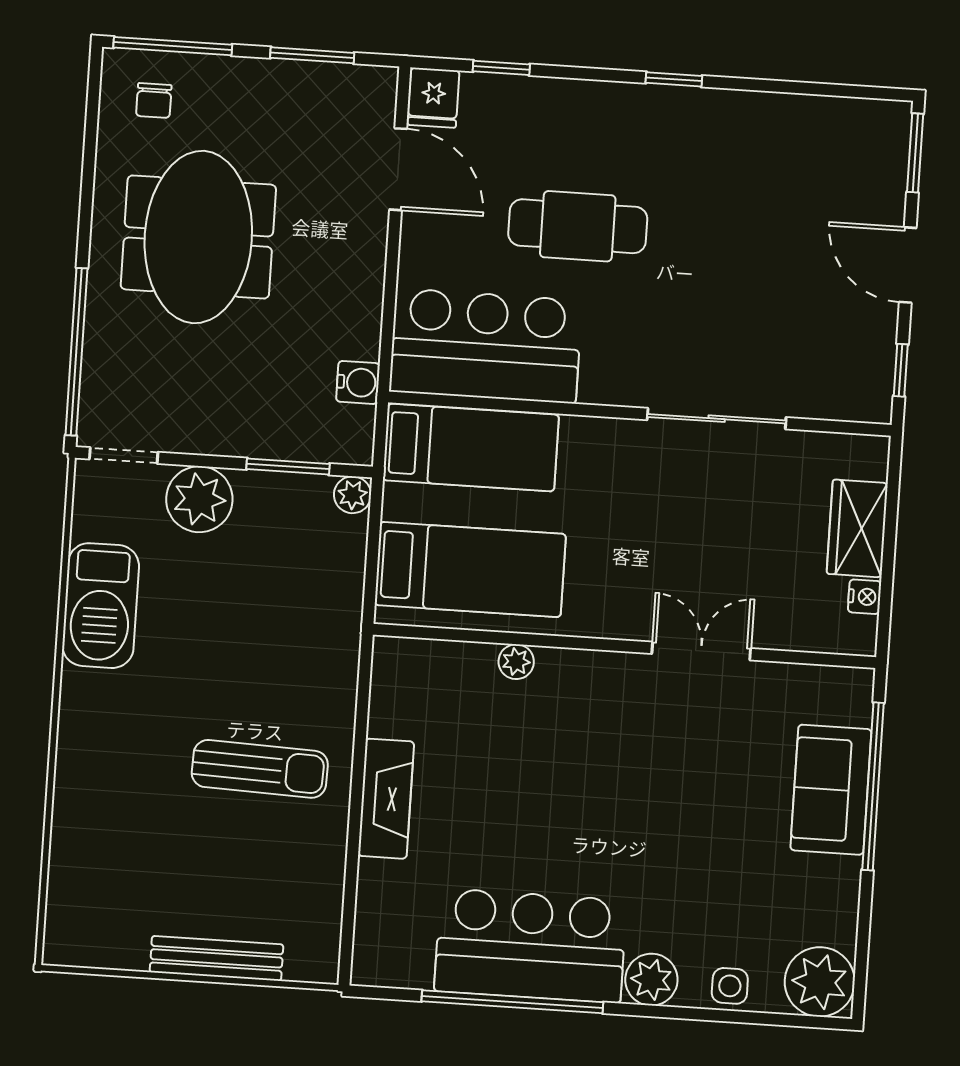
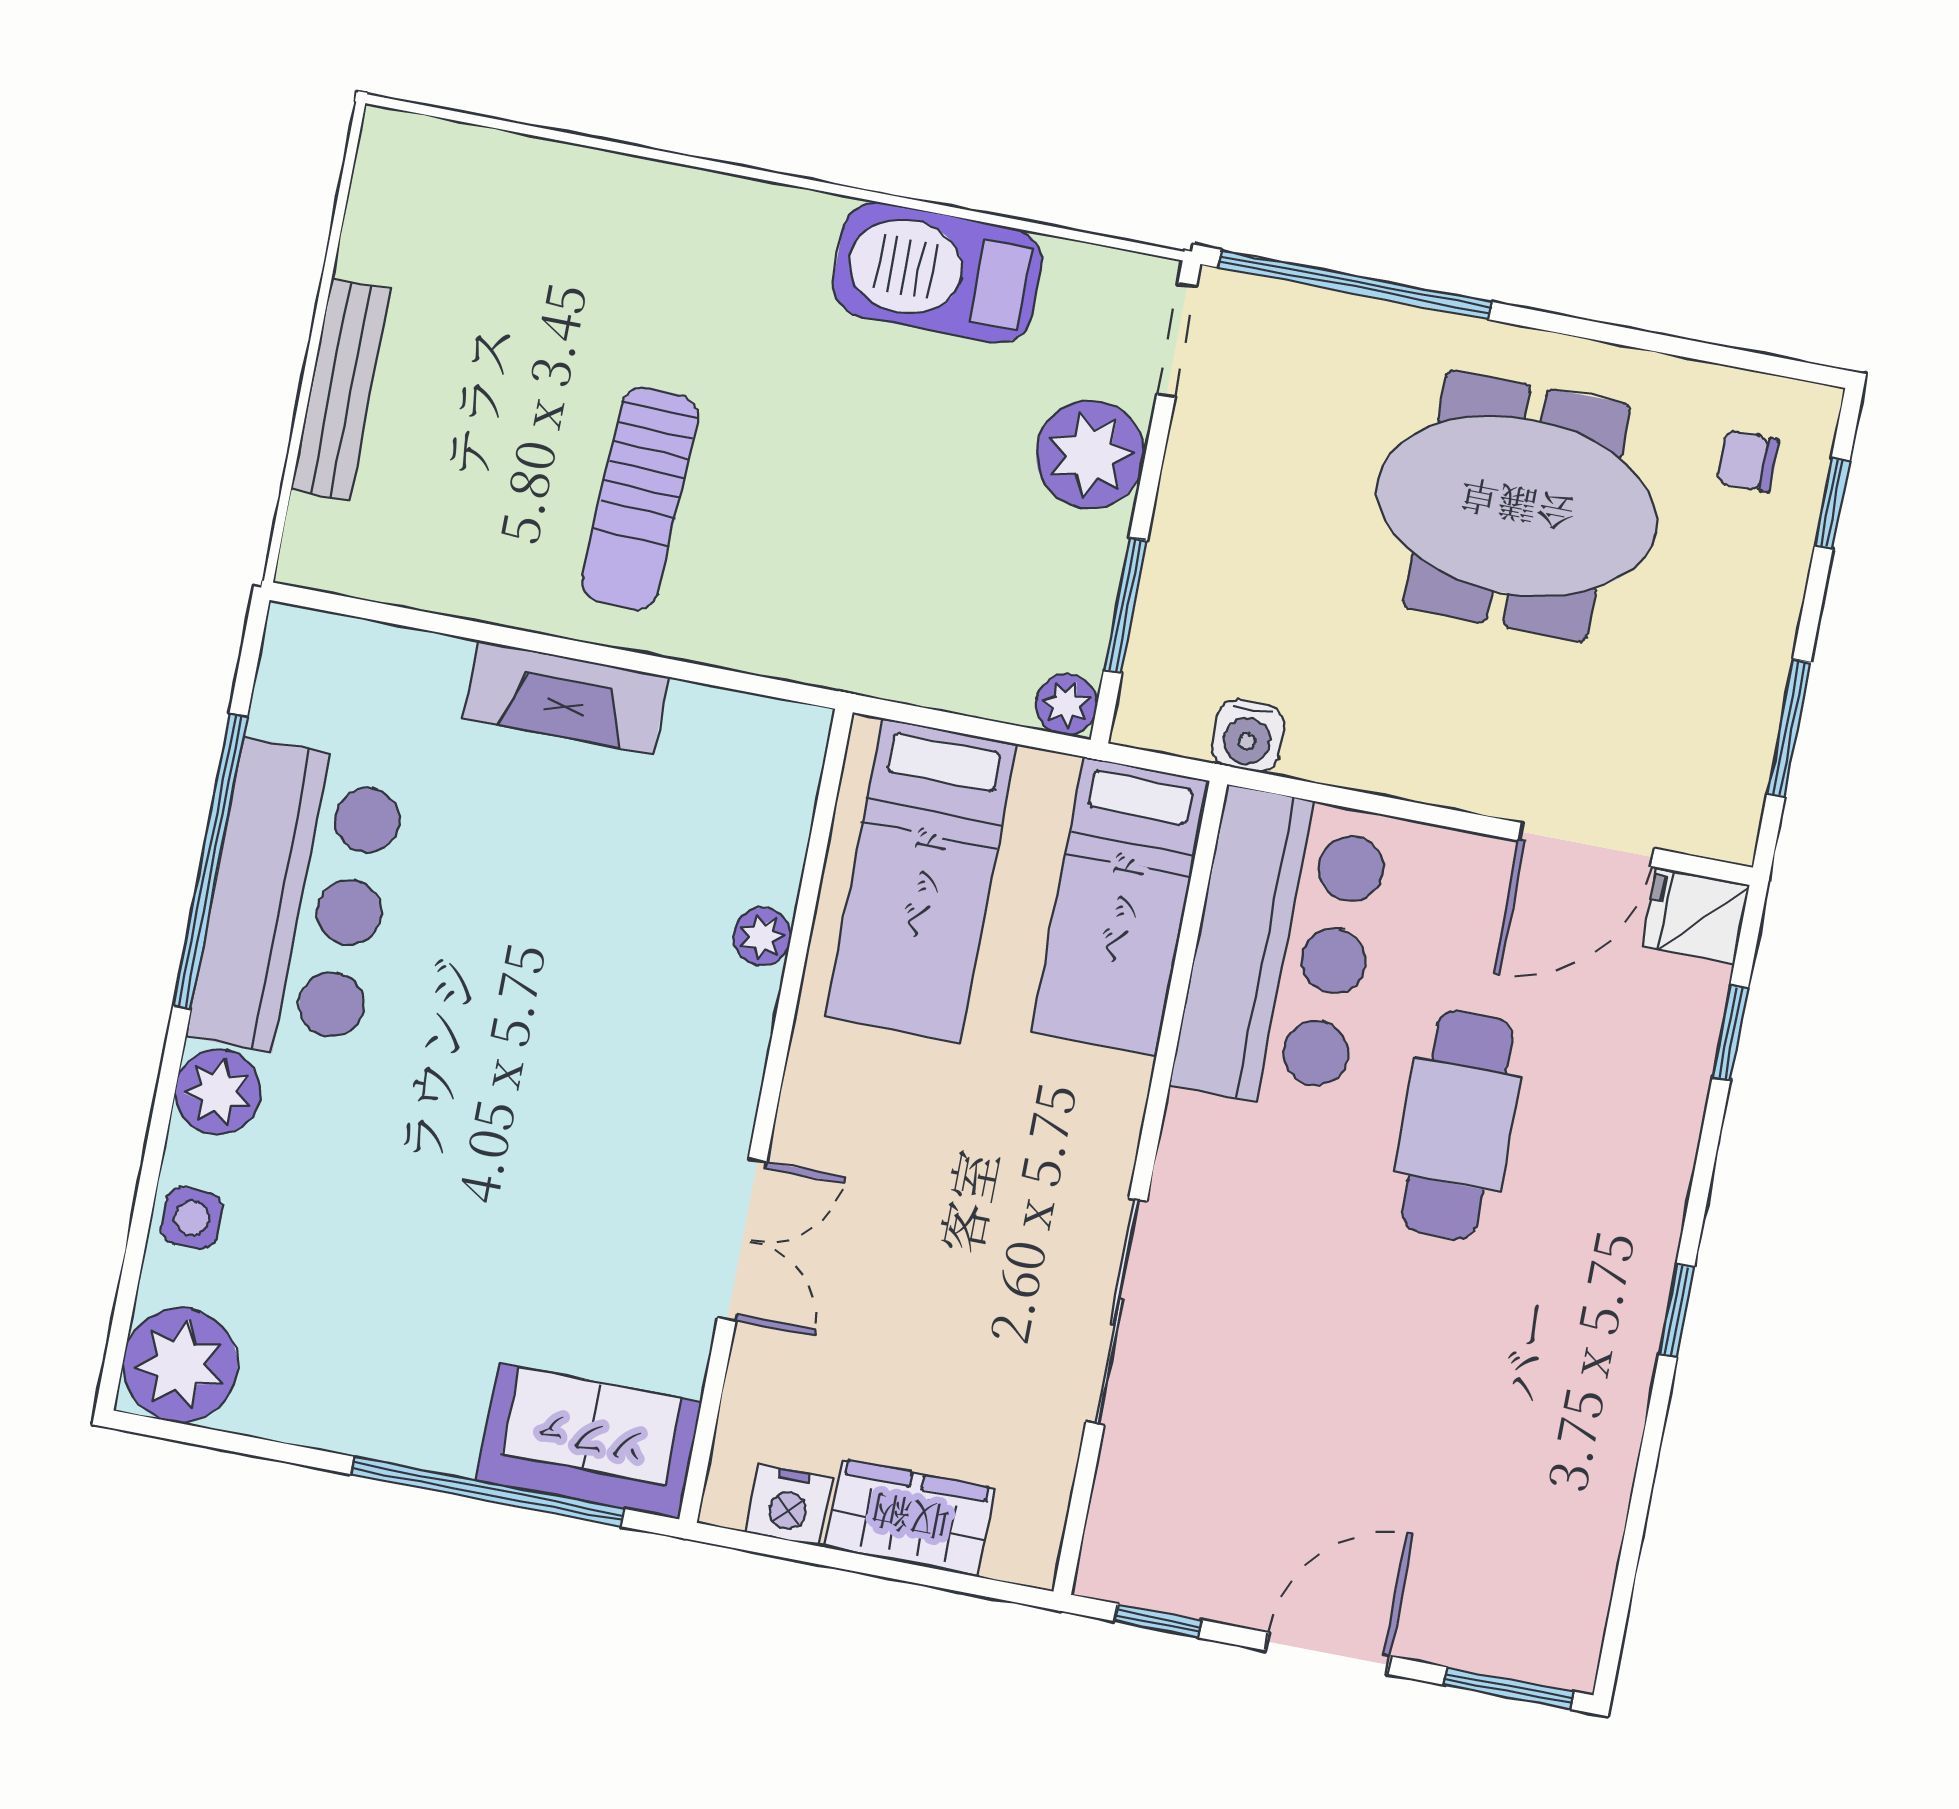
window: (173, 46) -> (1832, 503), width x0.46
nightstand: (865, 597) -> (789, 1505), width x1.39, depth x1.35
sofa: (831, 790) -> (589, 1441), moved

